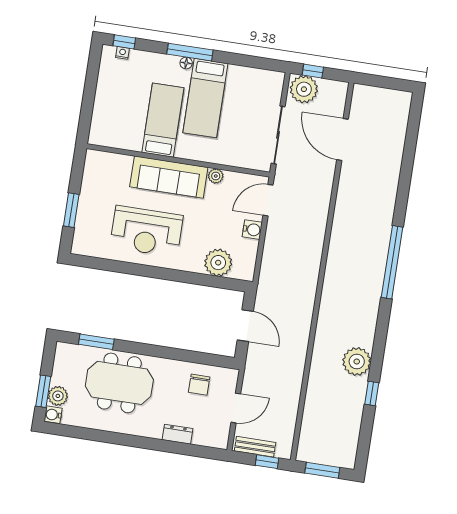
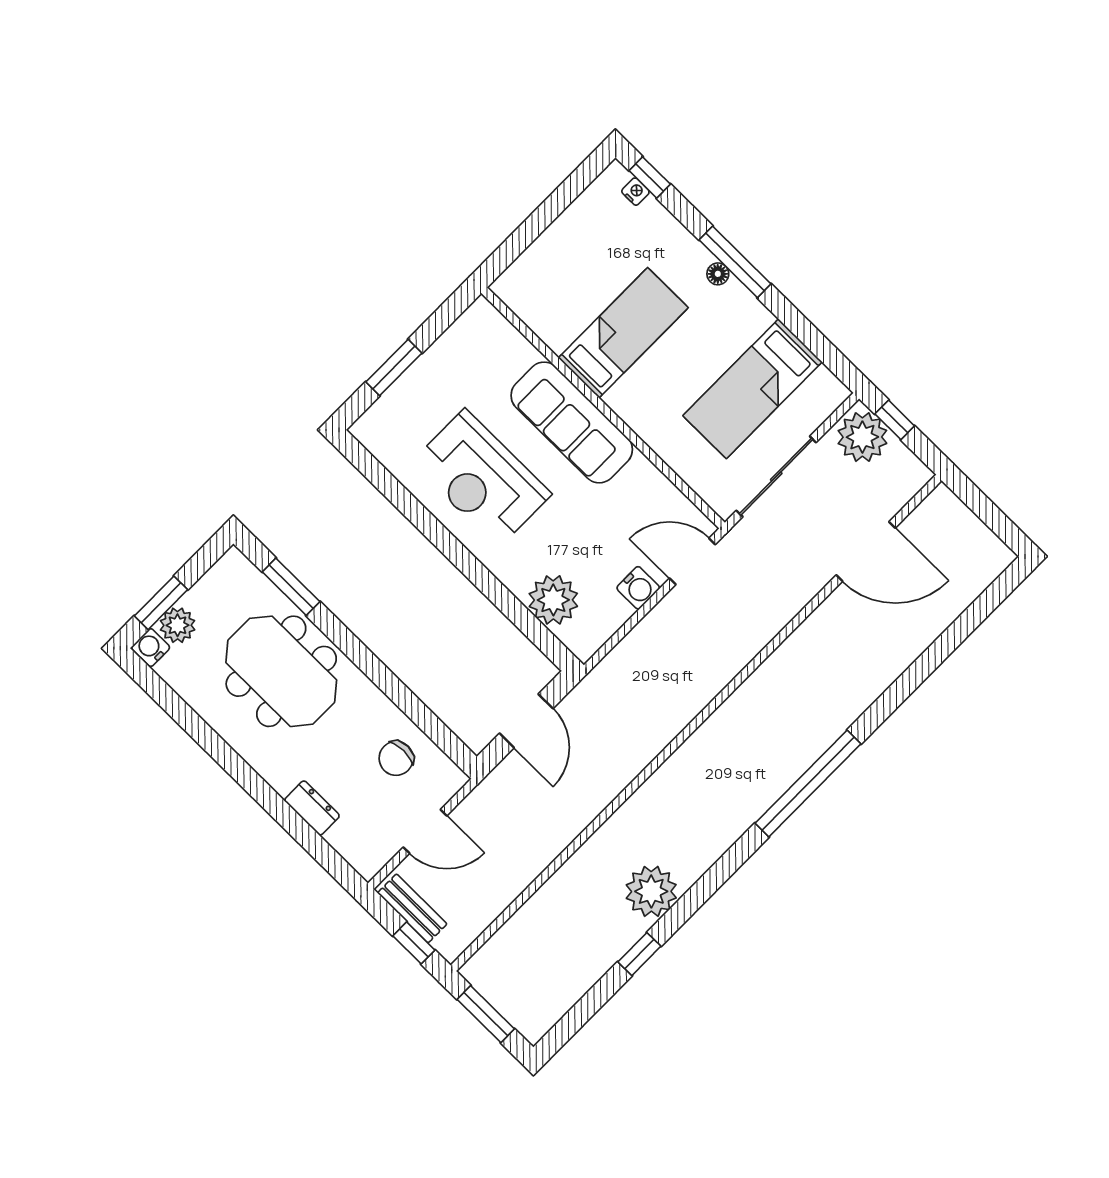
bed: (205, 98) -> (752, 389), moved
door: (343, 139) -> (866, 552), swing flipped
plant: (216, 176) -> (641, 471), removed

